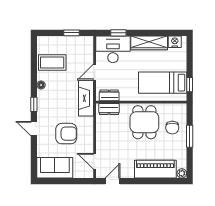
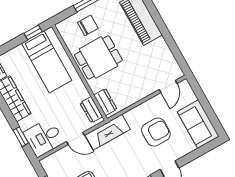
desk: (113, 49) -> (44, 138), width x0.73
armchair: (66, 134) -> (156, 132), turned 90
door: (113, 181) -> (178, 56), removed

